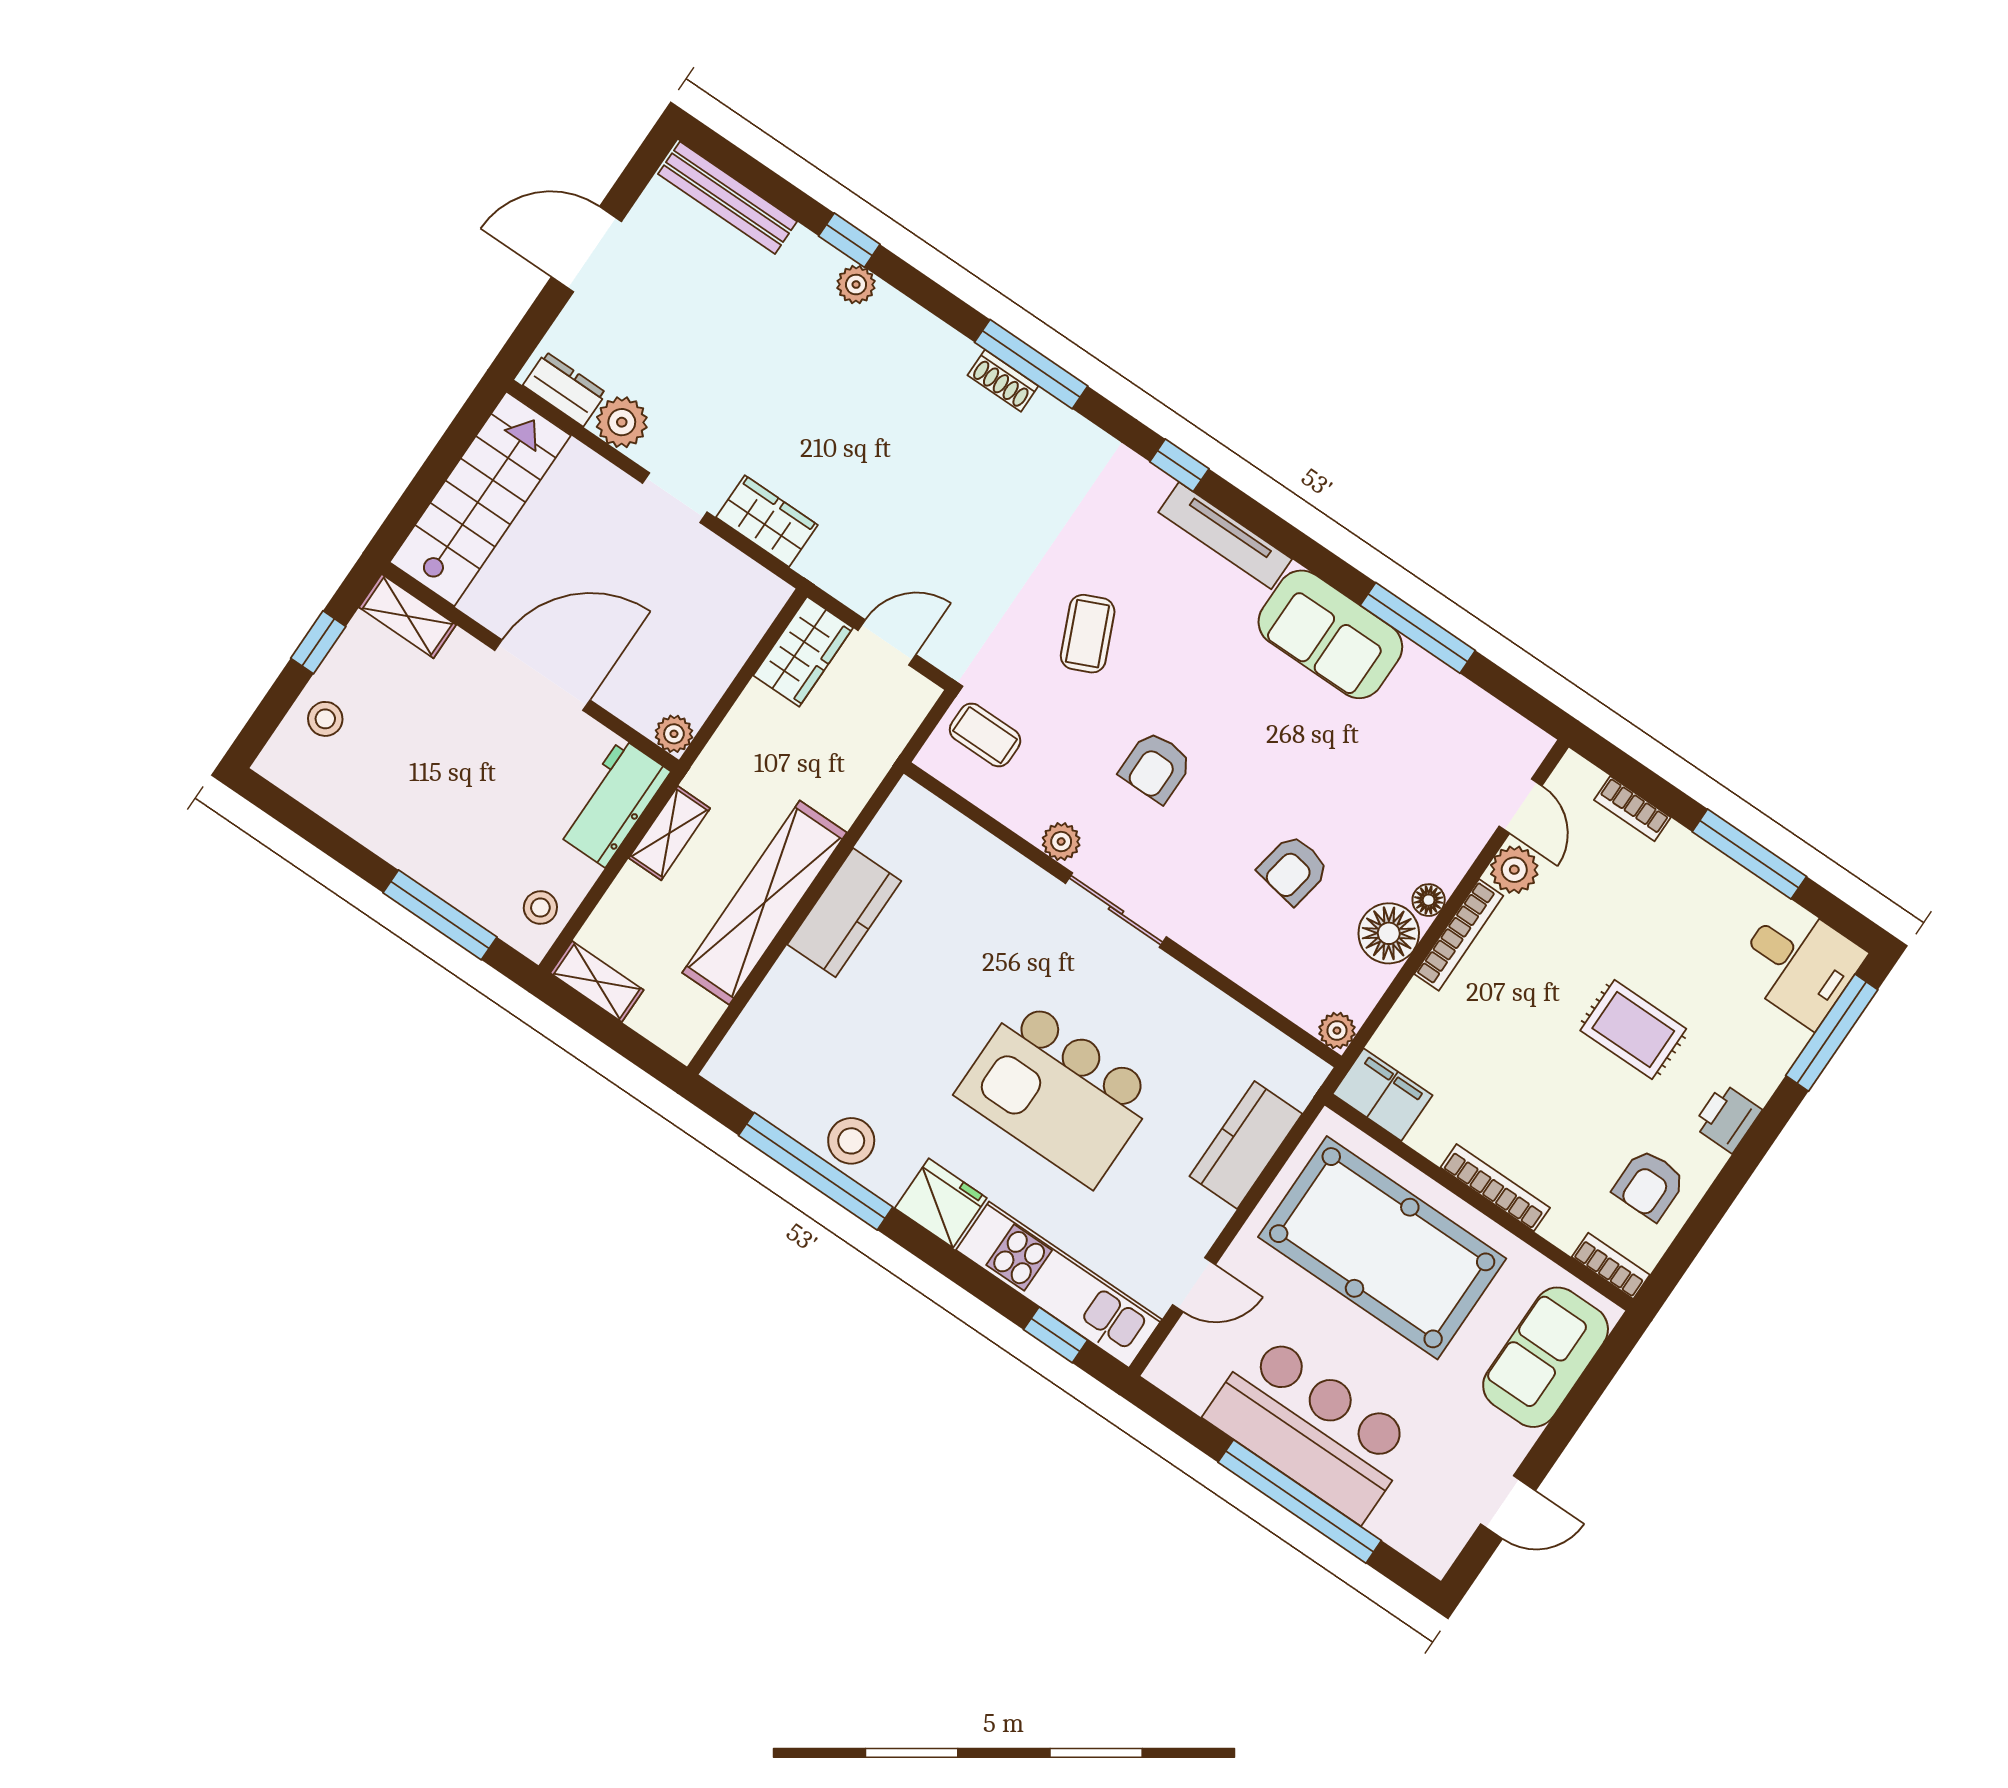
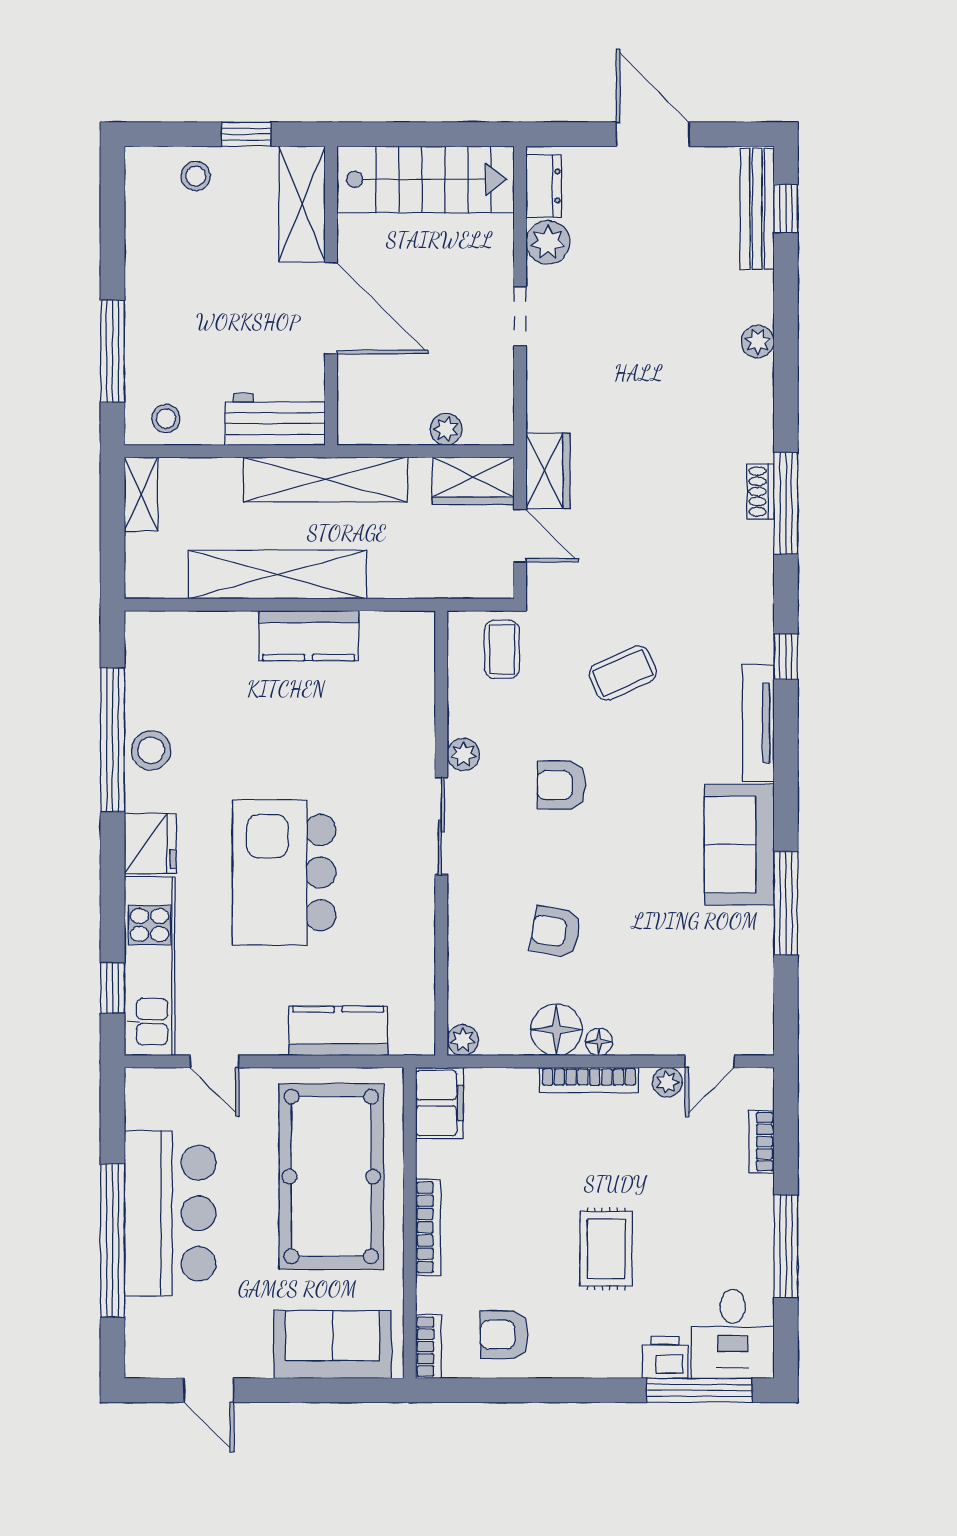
window: (849, 240) -> (786, 209), moved
wardrobe: (767, 521) -> (548, 471), moved
shelving: (408, 616) -> (302, 204), width x1.50, depth x1.33
plant: (674, 734) -> (446, 429), moved
shelving: (669, 833) -> (325, 479), width x2.20, depth x1.33
plant: (1514, 870) -> (667, 1082), width x0.73, depth x0.73
printer: (1727, 1118) -> (665, 1358), moved

